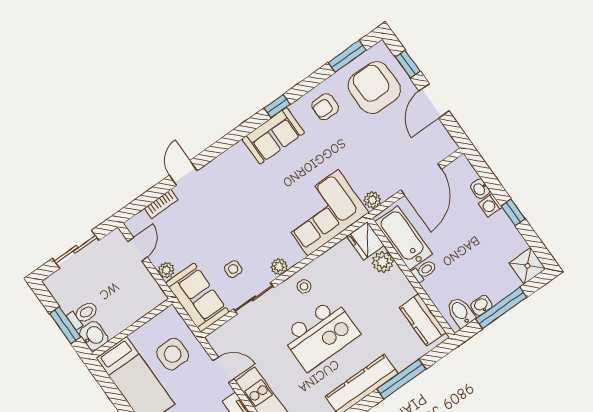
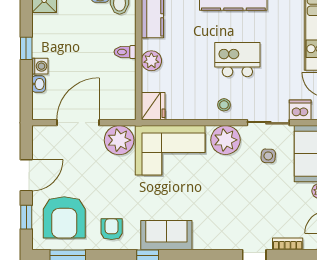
armchair: (325, 107) -> (112, 229), turned -90
plant: (372, 200) -> (119, 140), width x1.88, depth x1.88
bathtub: (404, 238) -> (123, 88), removed
plant: (383, 262) -> (151, 61), moved
plant: (279, 267) -> (225, 140), width x1.88, depth x1.88
dishwasher: (234, 329) -> (300, 110), added
kitchen island: (321, 335) -> (237, 60), width x0.73, depth x0.78

